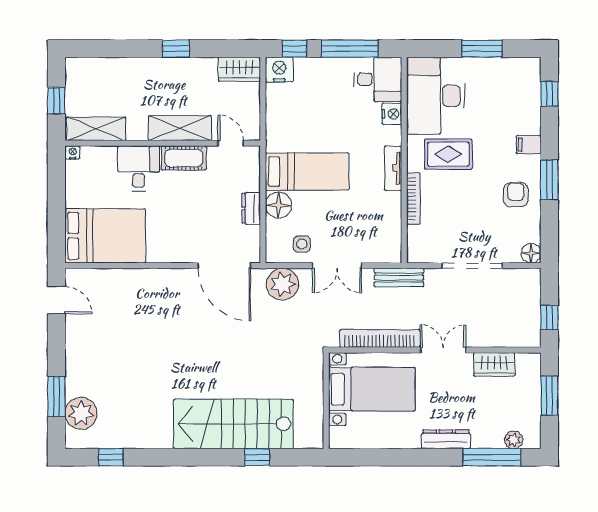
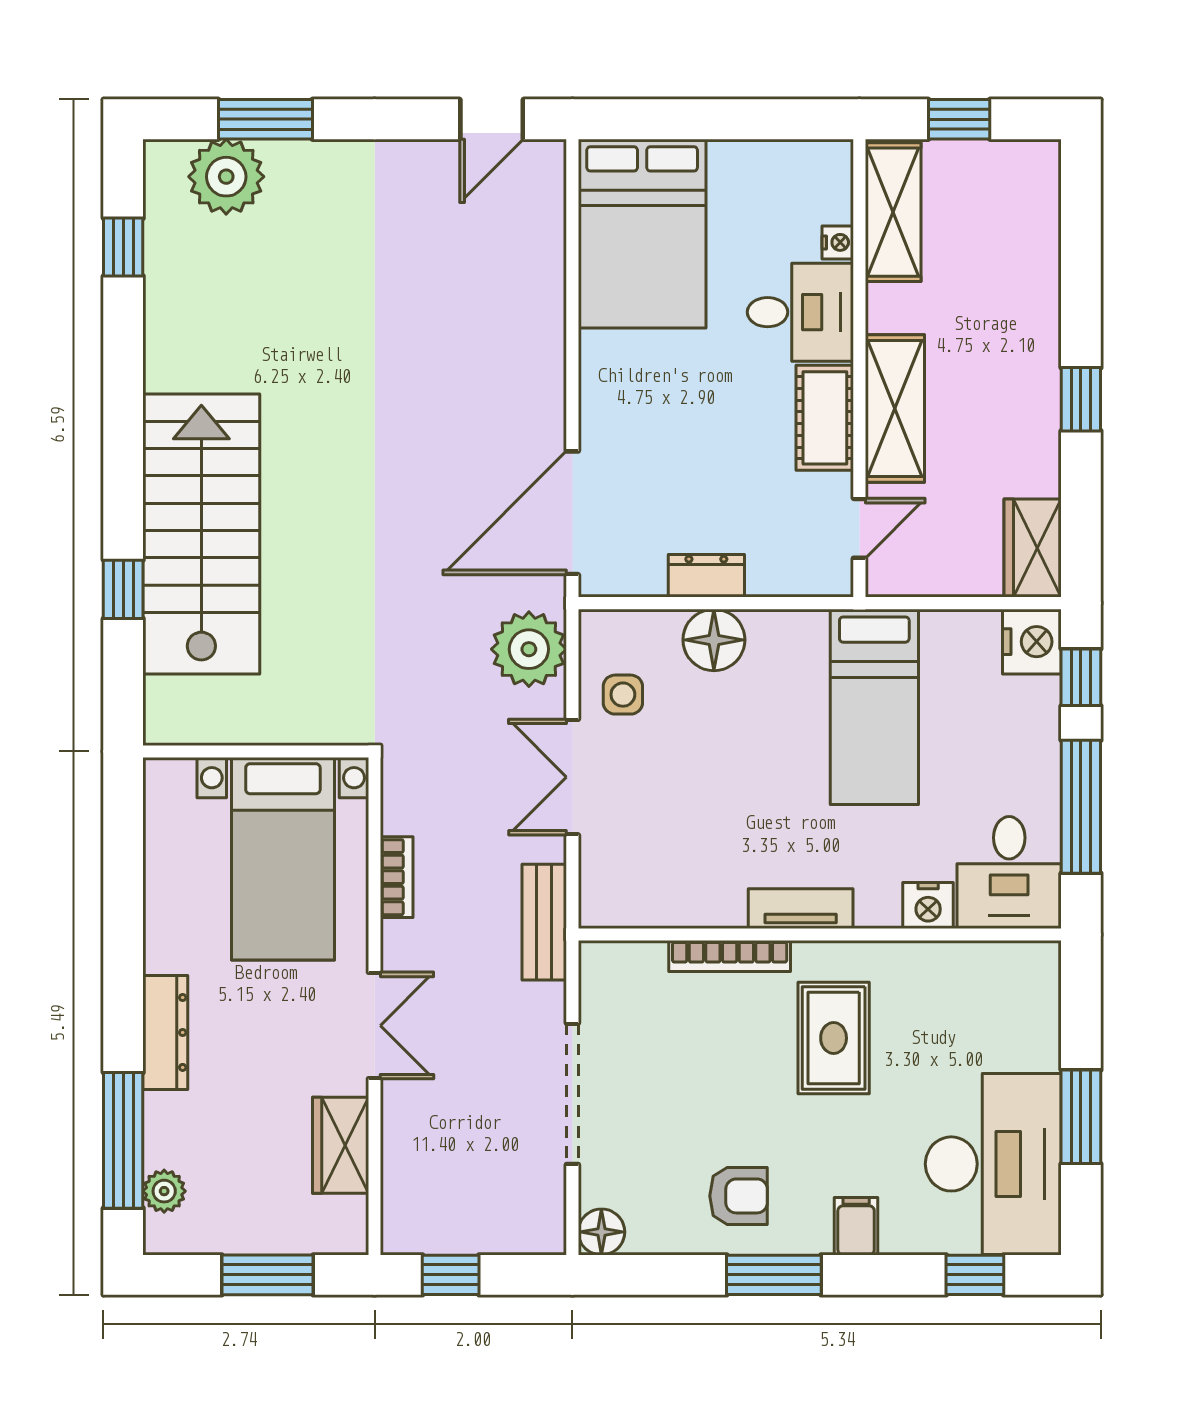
desk: (436, 96) -> (993, 1164), moved, turned 90
nightstand: (73, 152) -> (838, 242), moved
bed: (307, 172) -> (874, 707), moved
bookcase: (380, 338) -> (397, 877), width x0.43, depth x0.76

